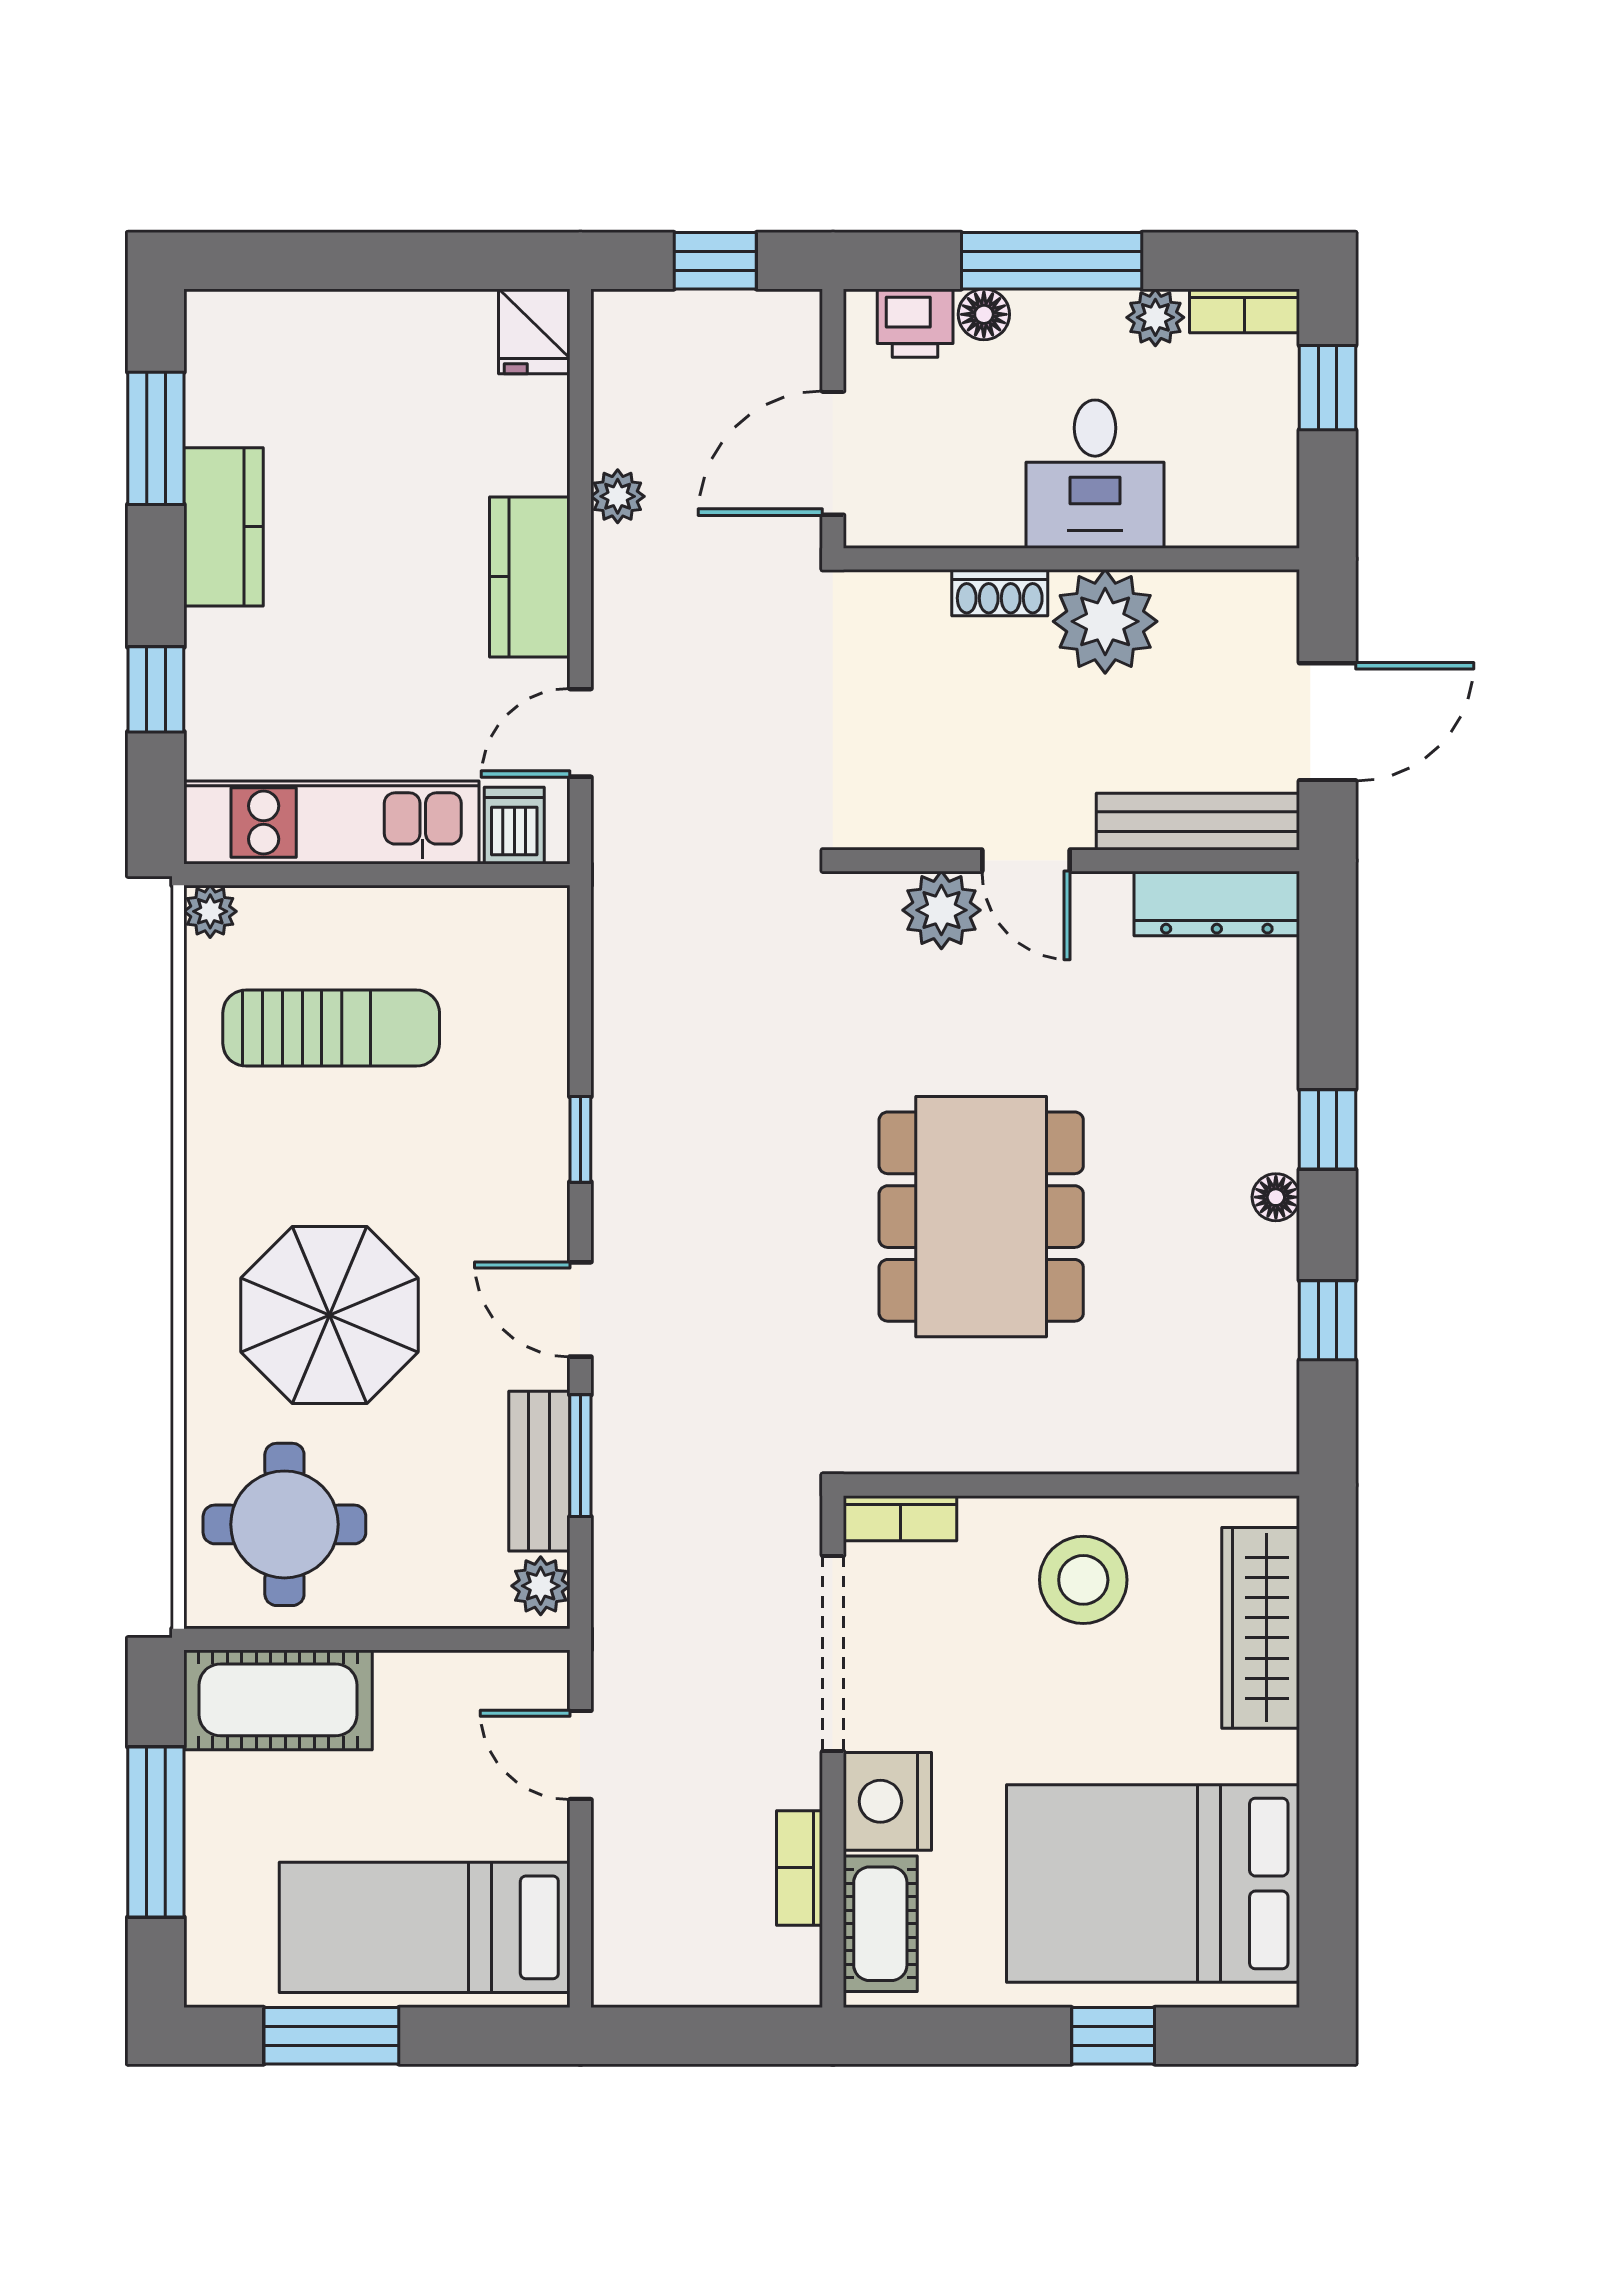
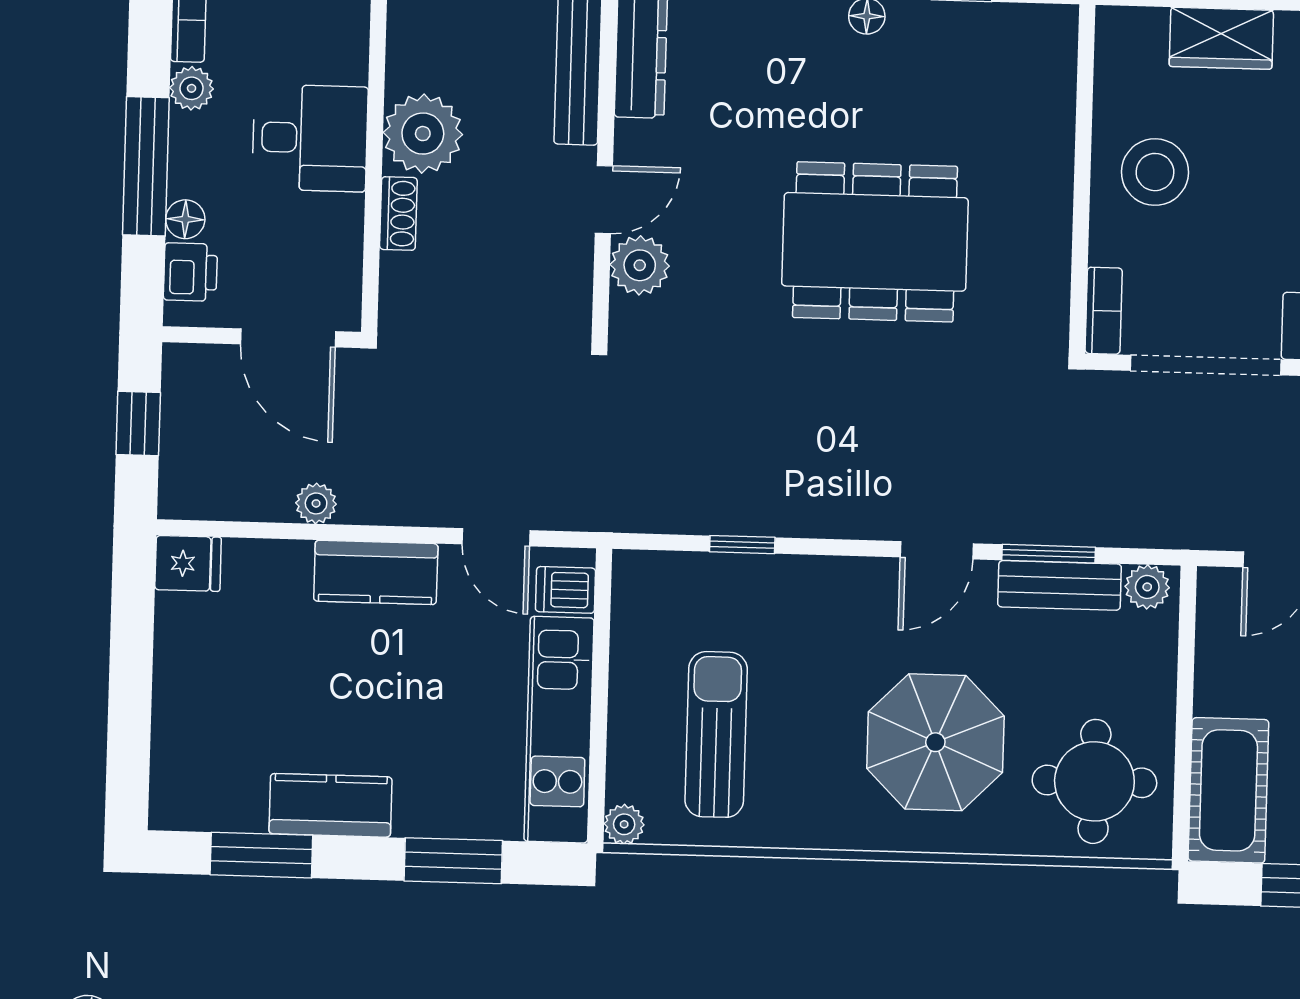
window: (156, 689) -> (453, 861), width x1.50
window: (580, 1139) -> (742, 545), moved
wardrobe: (1261, 1628) -> (1221, 38), width x0.67

